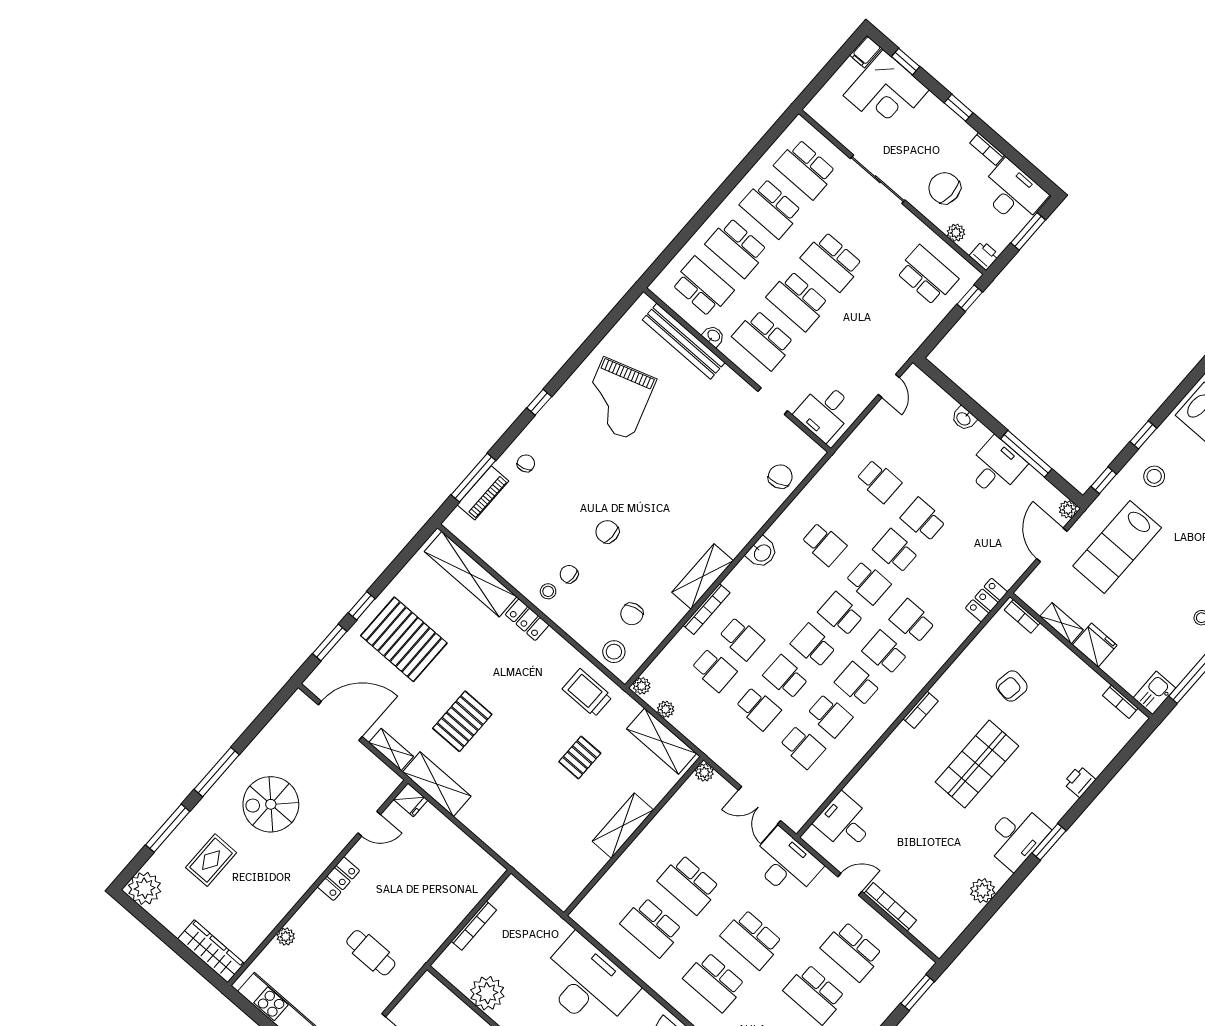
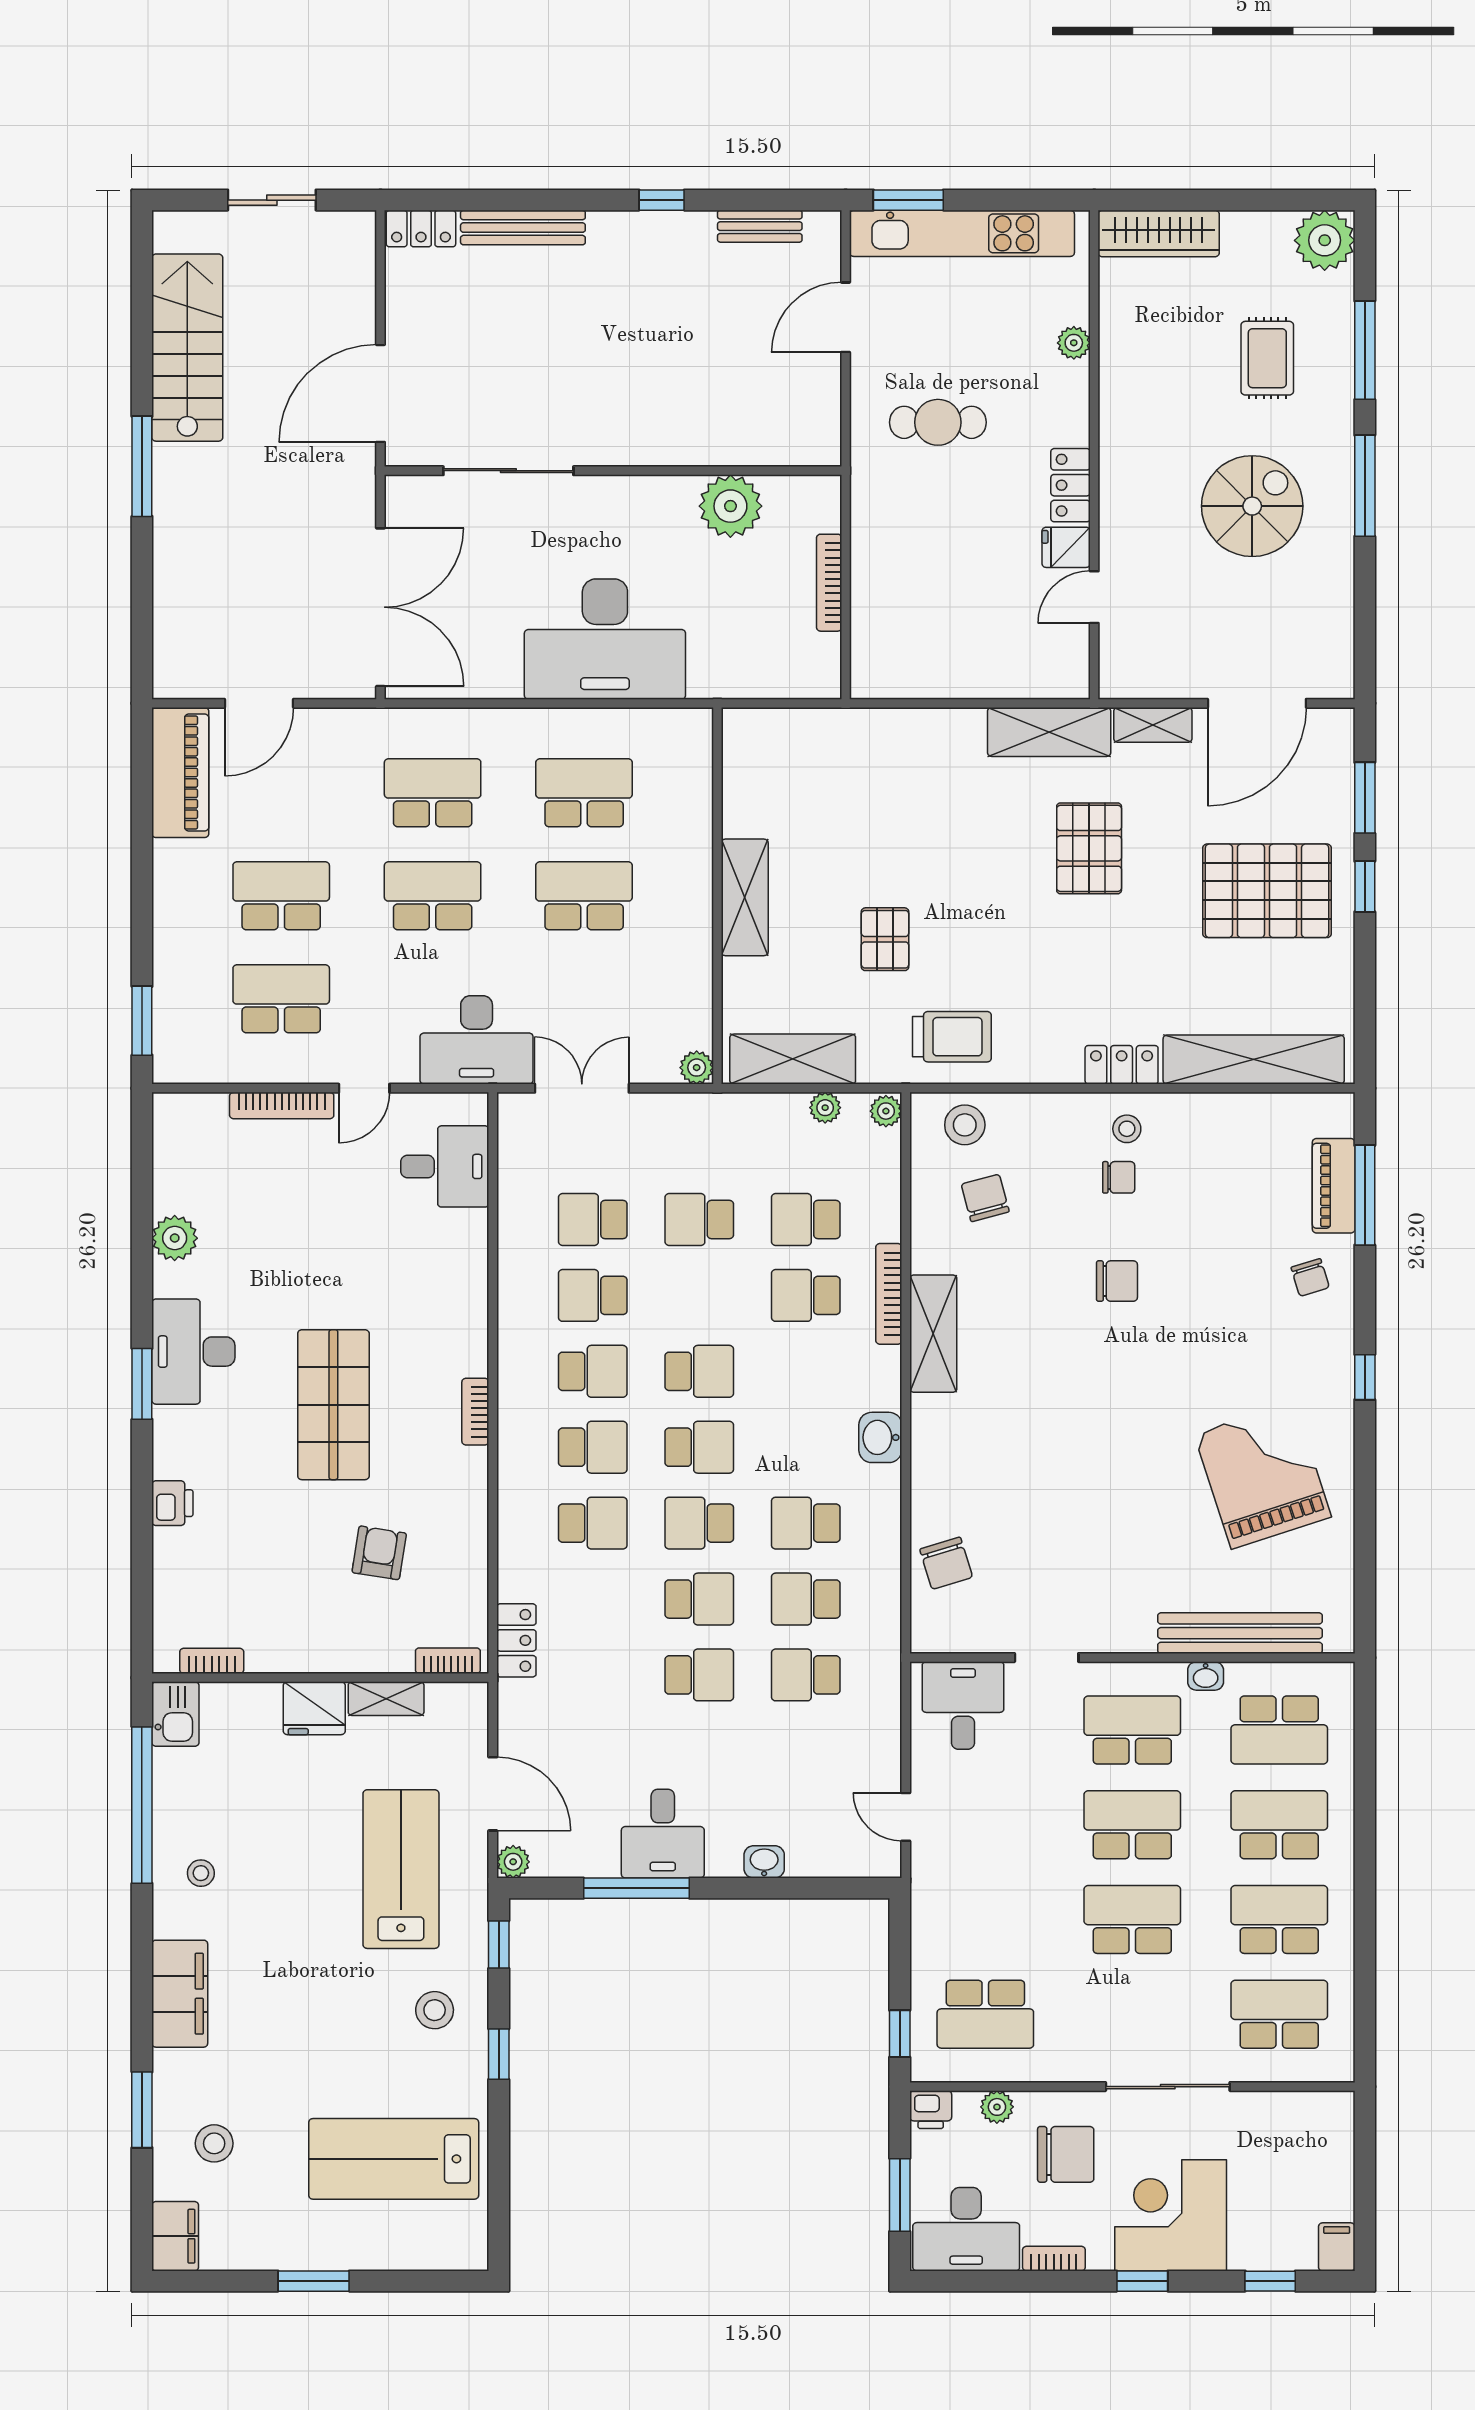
corner desk: (886, 93) -> (1171, 2215), moved
school desk: (786, 677) -> (806, 1599), moved, turned 180
fridge: (411, 800) -> (1066, 547), moved

